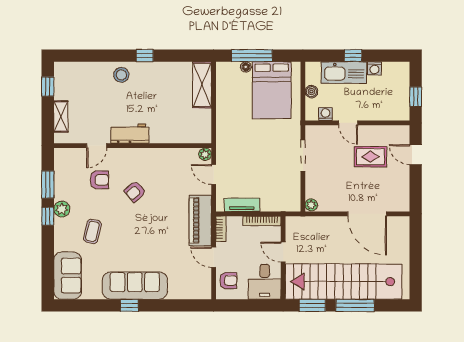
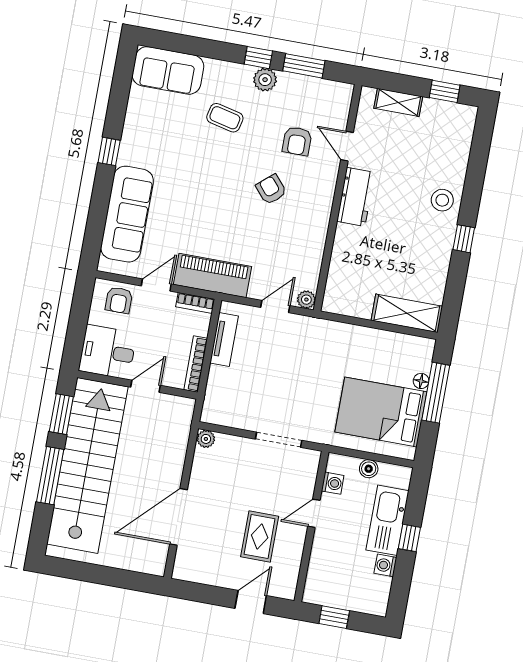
sofa: (135, 286) -> (127, 214), moved

